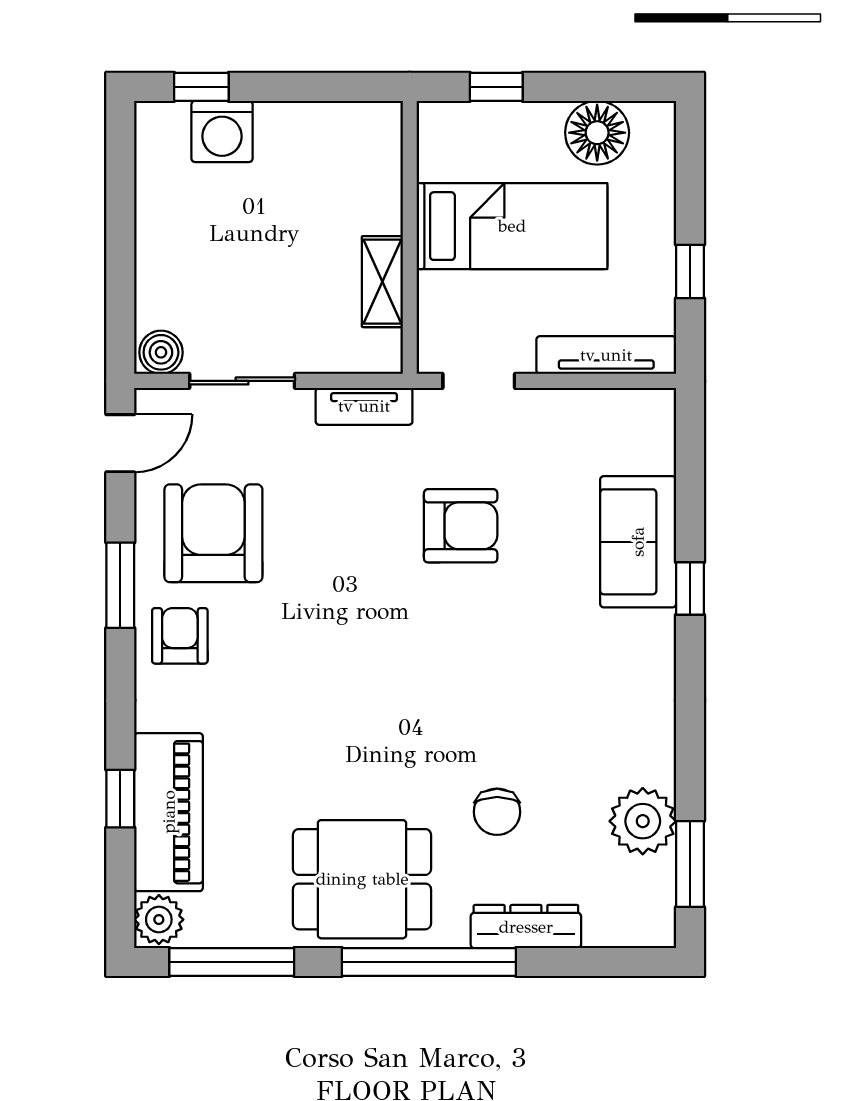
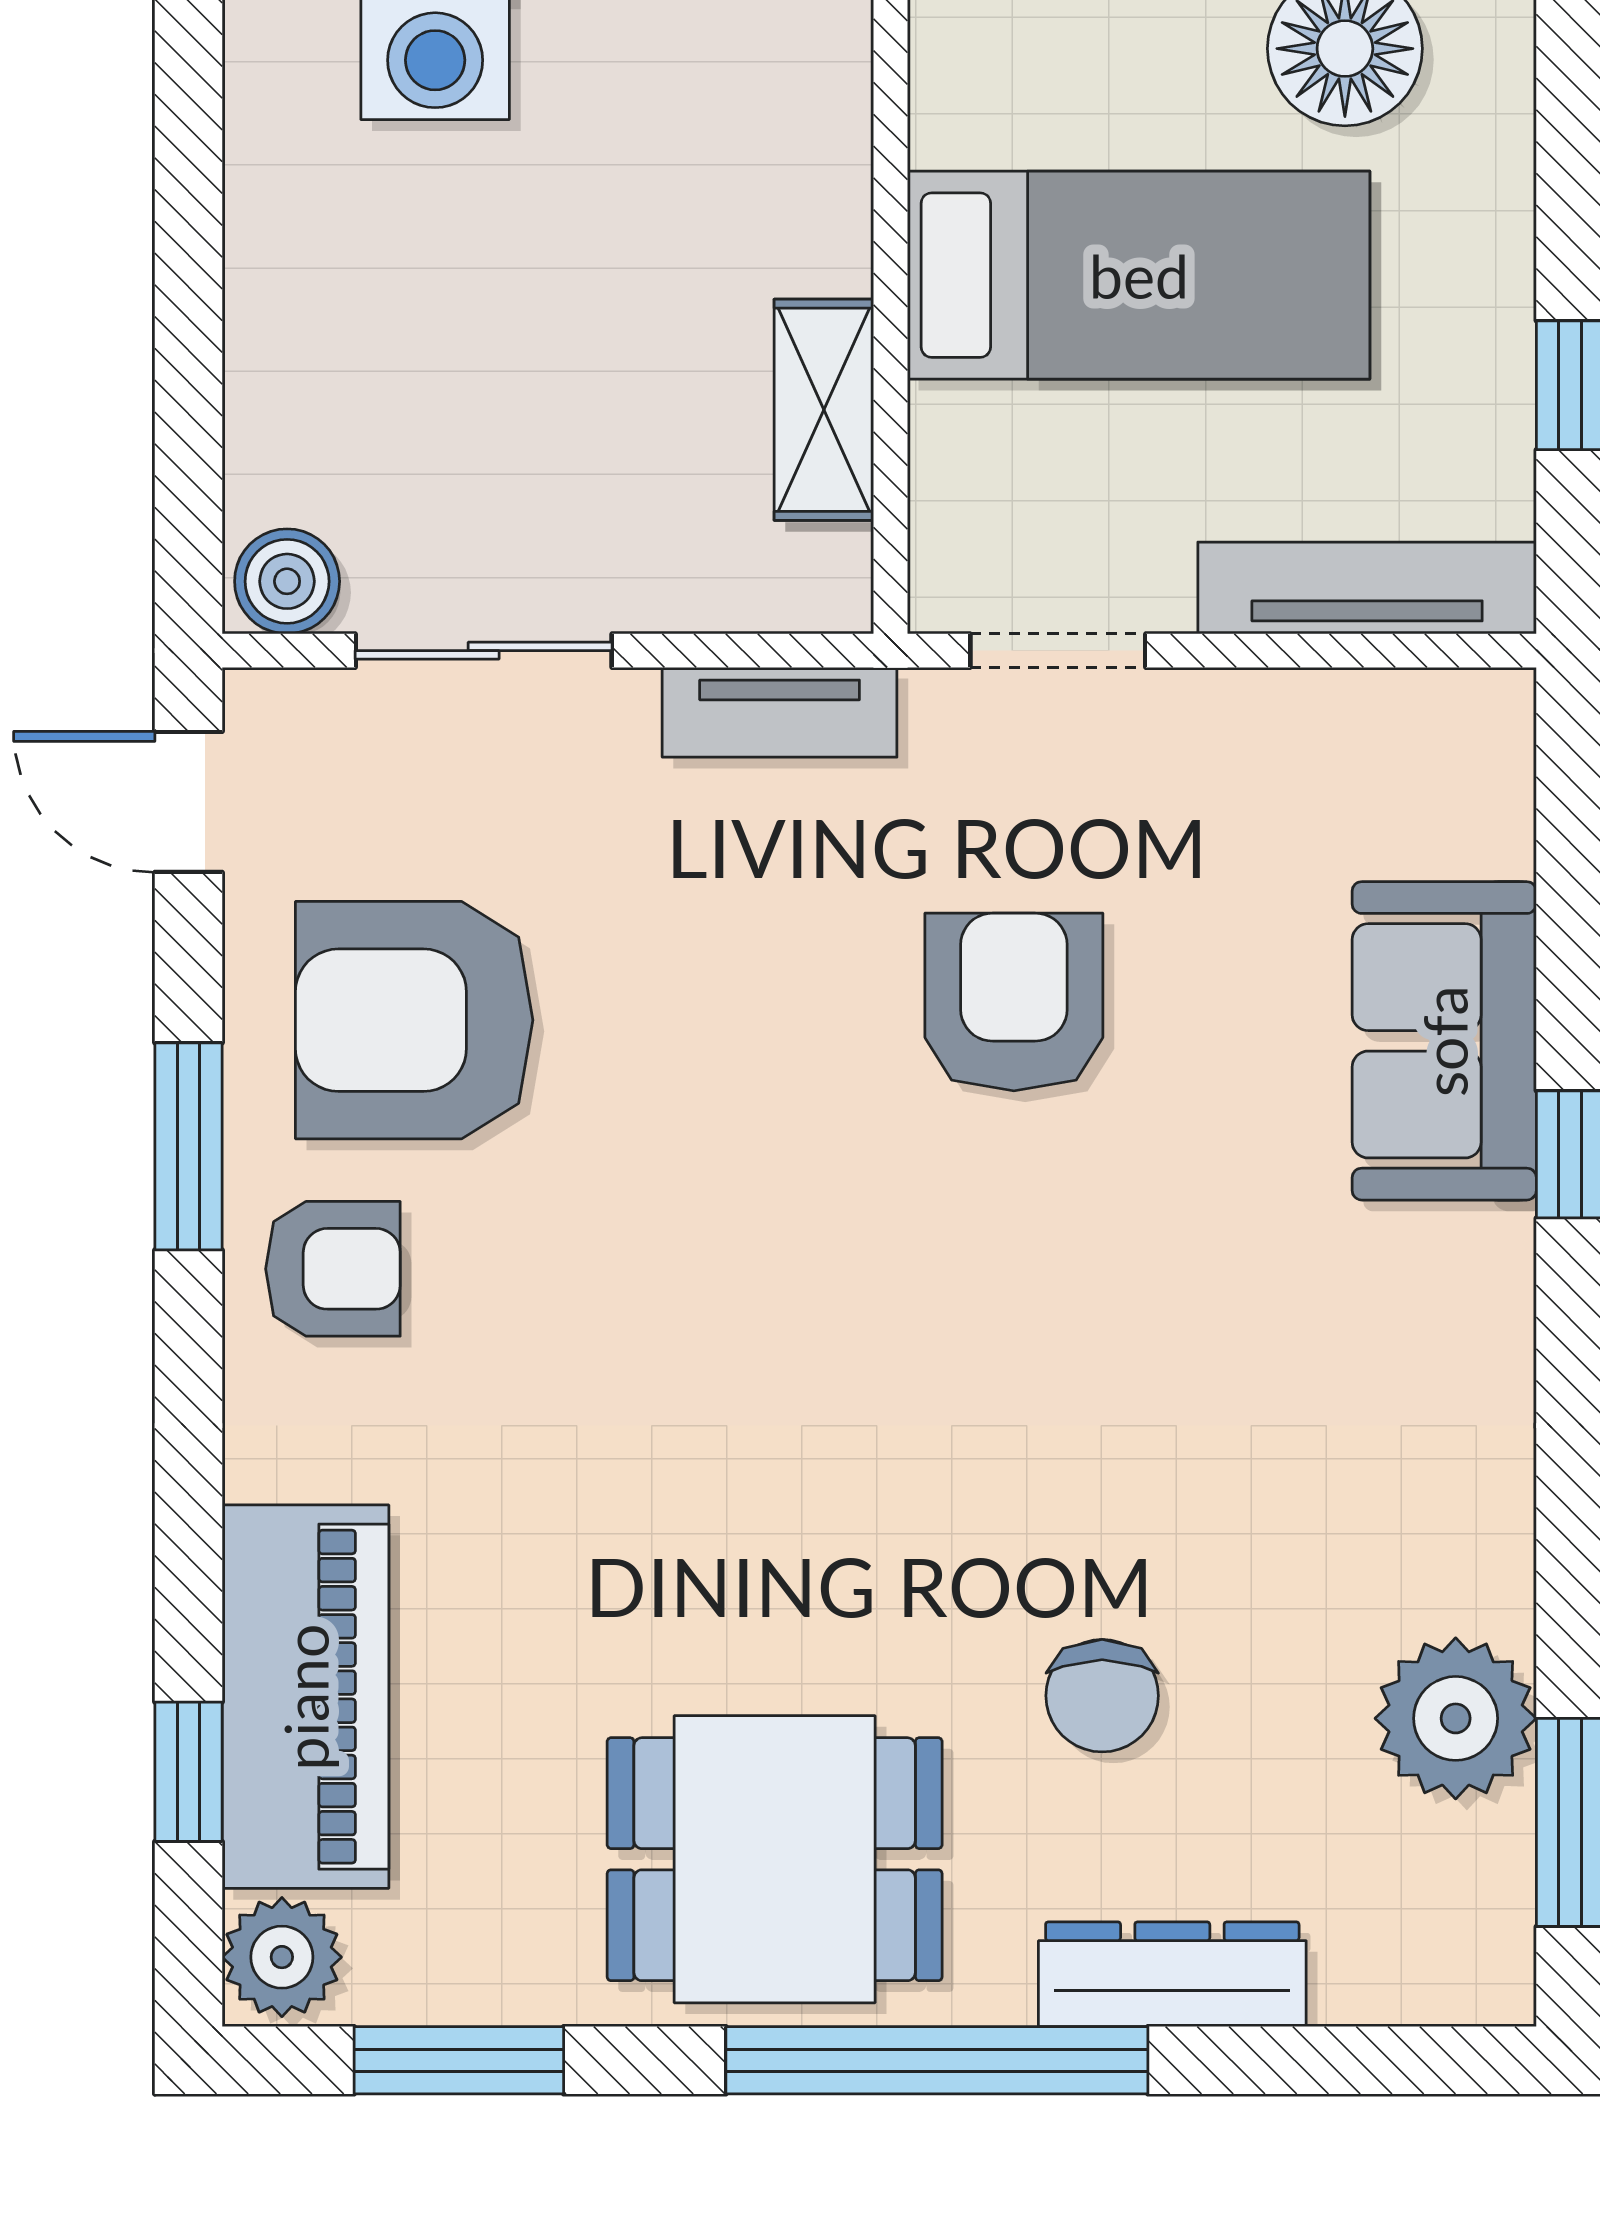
door: (120, 443) -> (188, 802), swing flipped
armchair: (461, 526) -> (1014, 1002), turned -90
armchair: (213, 533) -> (414, 1020), turned -90
armchair: (180, 636) -> (333, 1269), turned 90
window: (120, 799) -> (188, 1772), moved
window: (232, 962) -> (459, 2060), width x0.69

